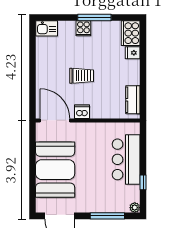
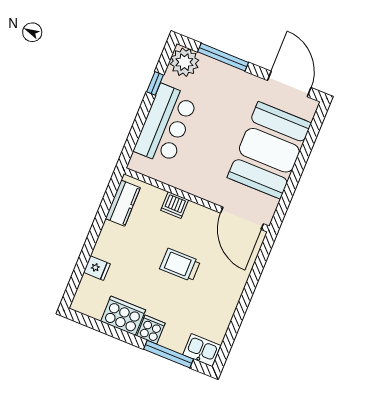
window: (94, 17) -> (168, 354), moved
cooker: (131, 33) -> (123, 316), moved, turned -90
dishwasher: (82, 112) -> (175, 205), moved
plant: (135, 208) -> (184, 62), width x1.88, depth x1.88

